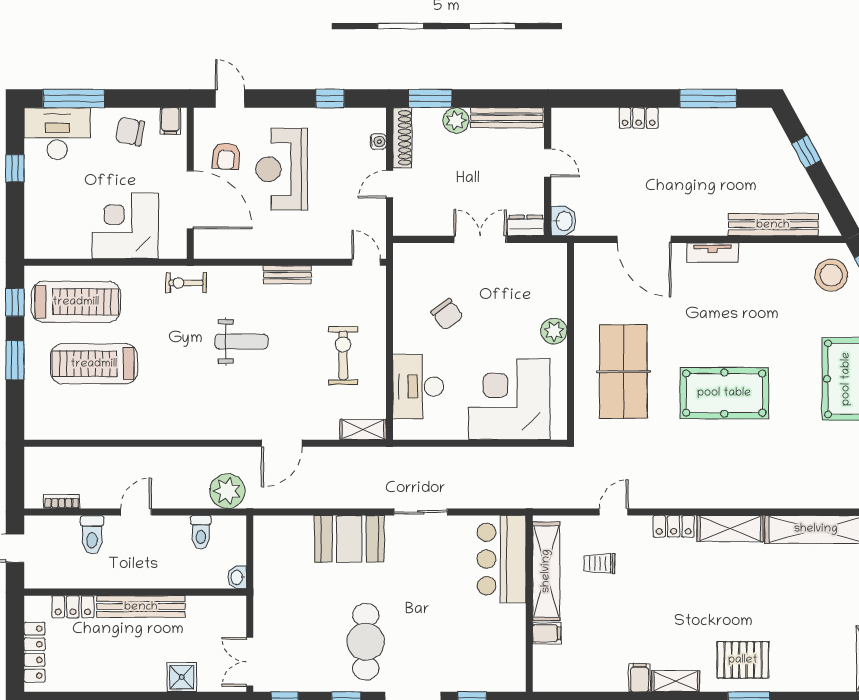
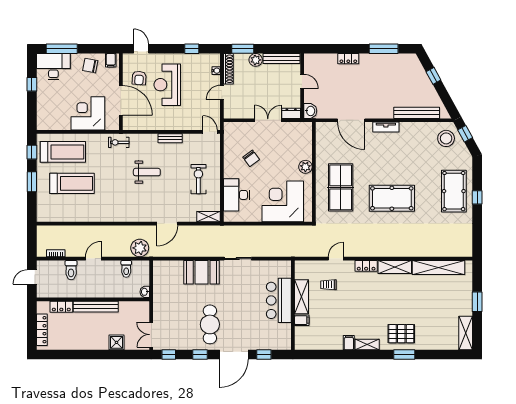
treadmill: (94, 364) -> (72, 183), turned 180
bar counter: (502, 559) -> (279, 300), moved
shelving: (546, 571) -> (301, 297), width x0.68

